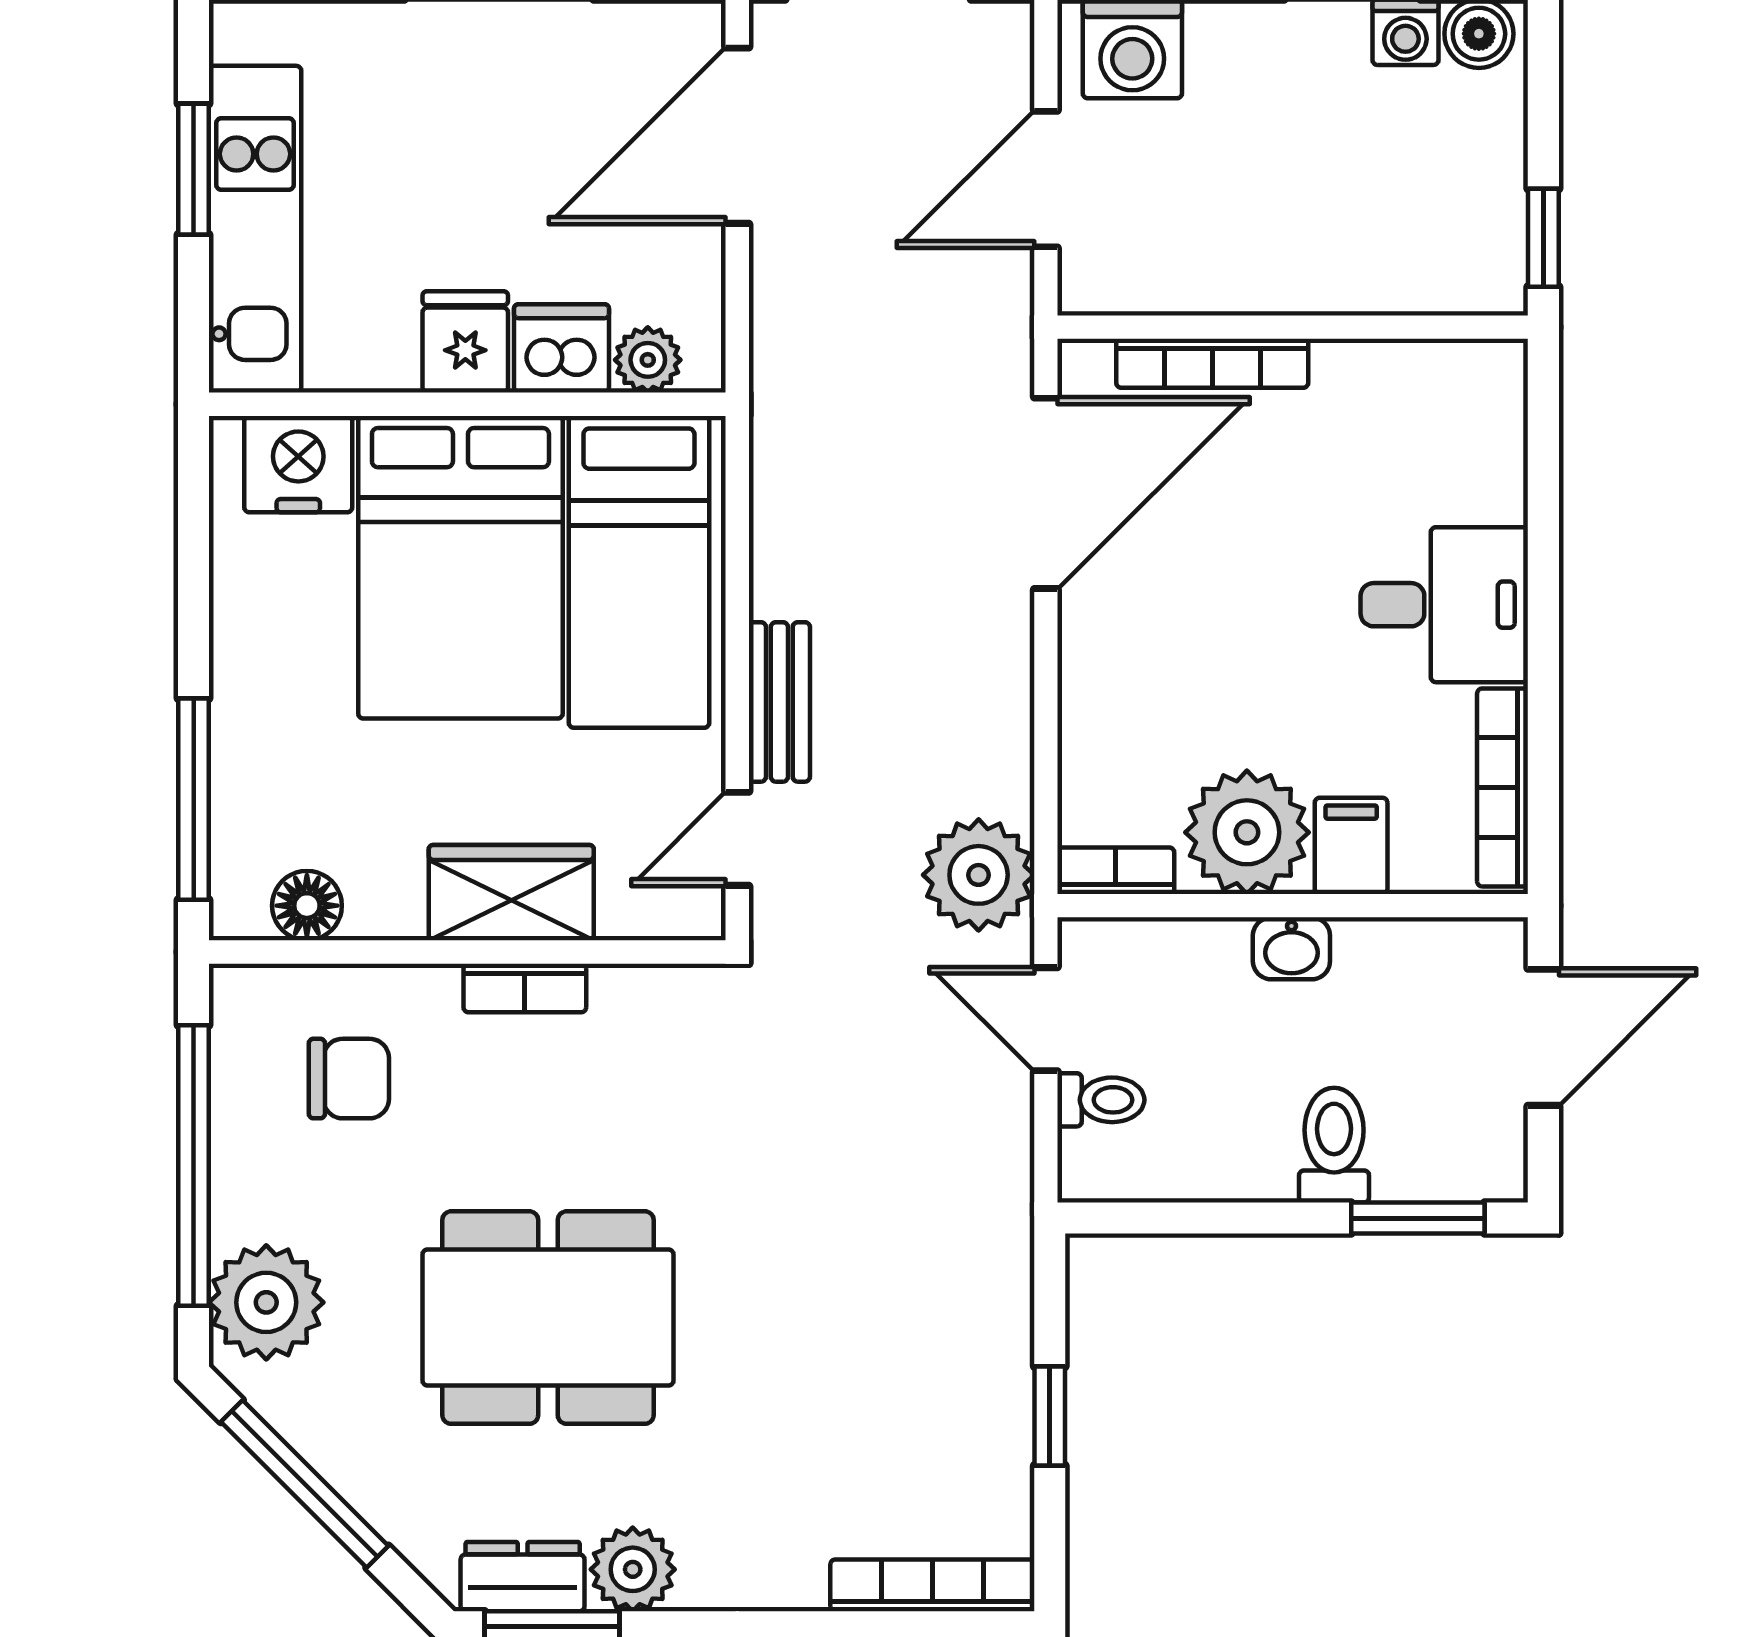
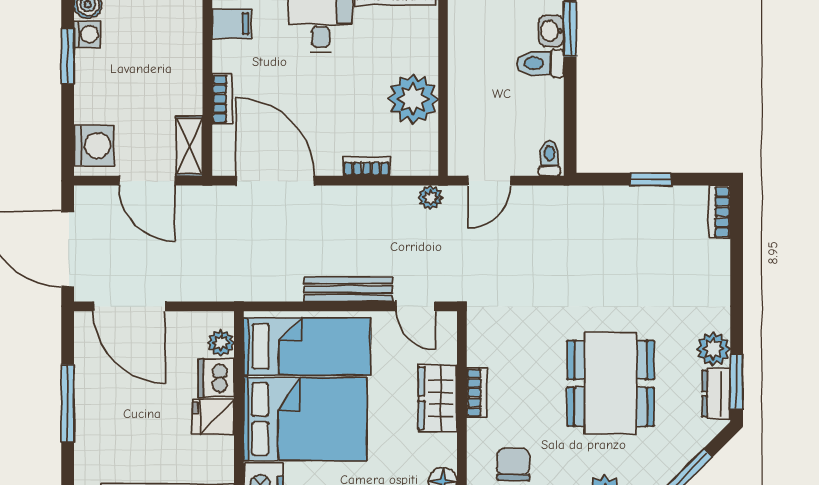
shelving: (1131, 282) -> (189, 146), added
bookcase: (1212, 363) -> (222, 99), width x0.64
bench: (779, 702) -> (348, 289), width x1.36
filing cabinet: (1351, 846) -> (232, 23), moved, turned 180
bookcase: (1116, 871) -> (367, 166), moved, turned 90
plant: (979, 875) -> (430, 197), width x0.53, depth x0.53
washbasin: (1291, 948) -> (551, 31), moved, turned 180
toilet: (1101, 1100) -> (549, 158), moved
bookcase: (932, 1585) -> (720, 212), width x0.64

